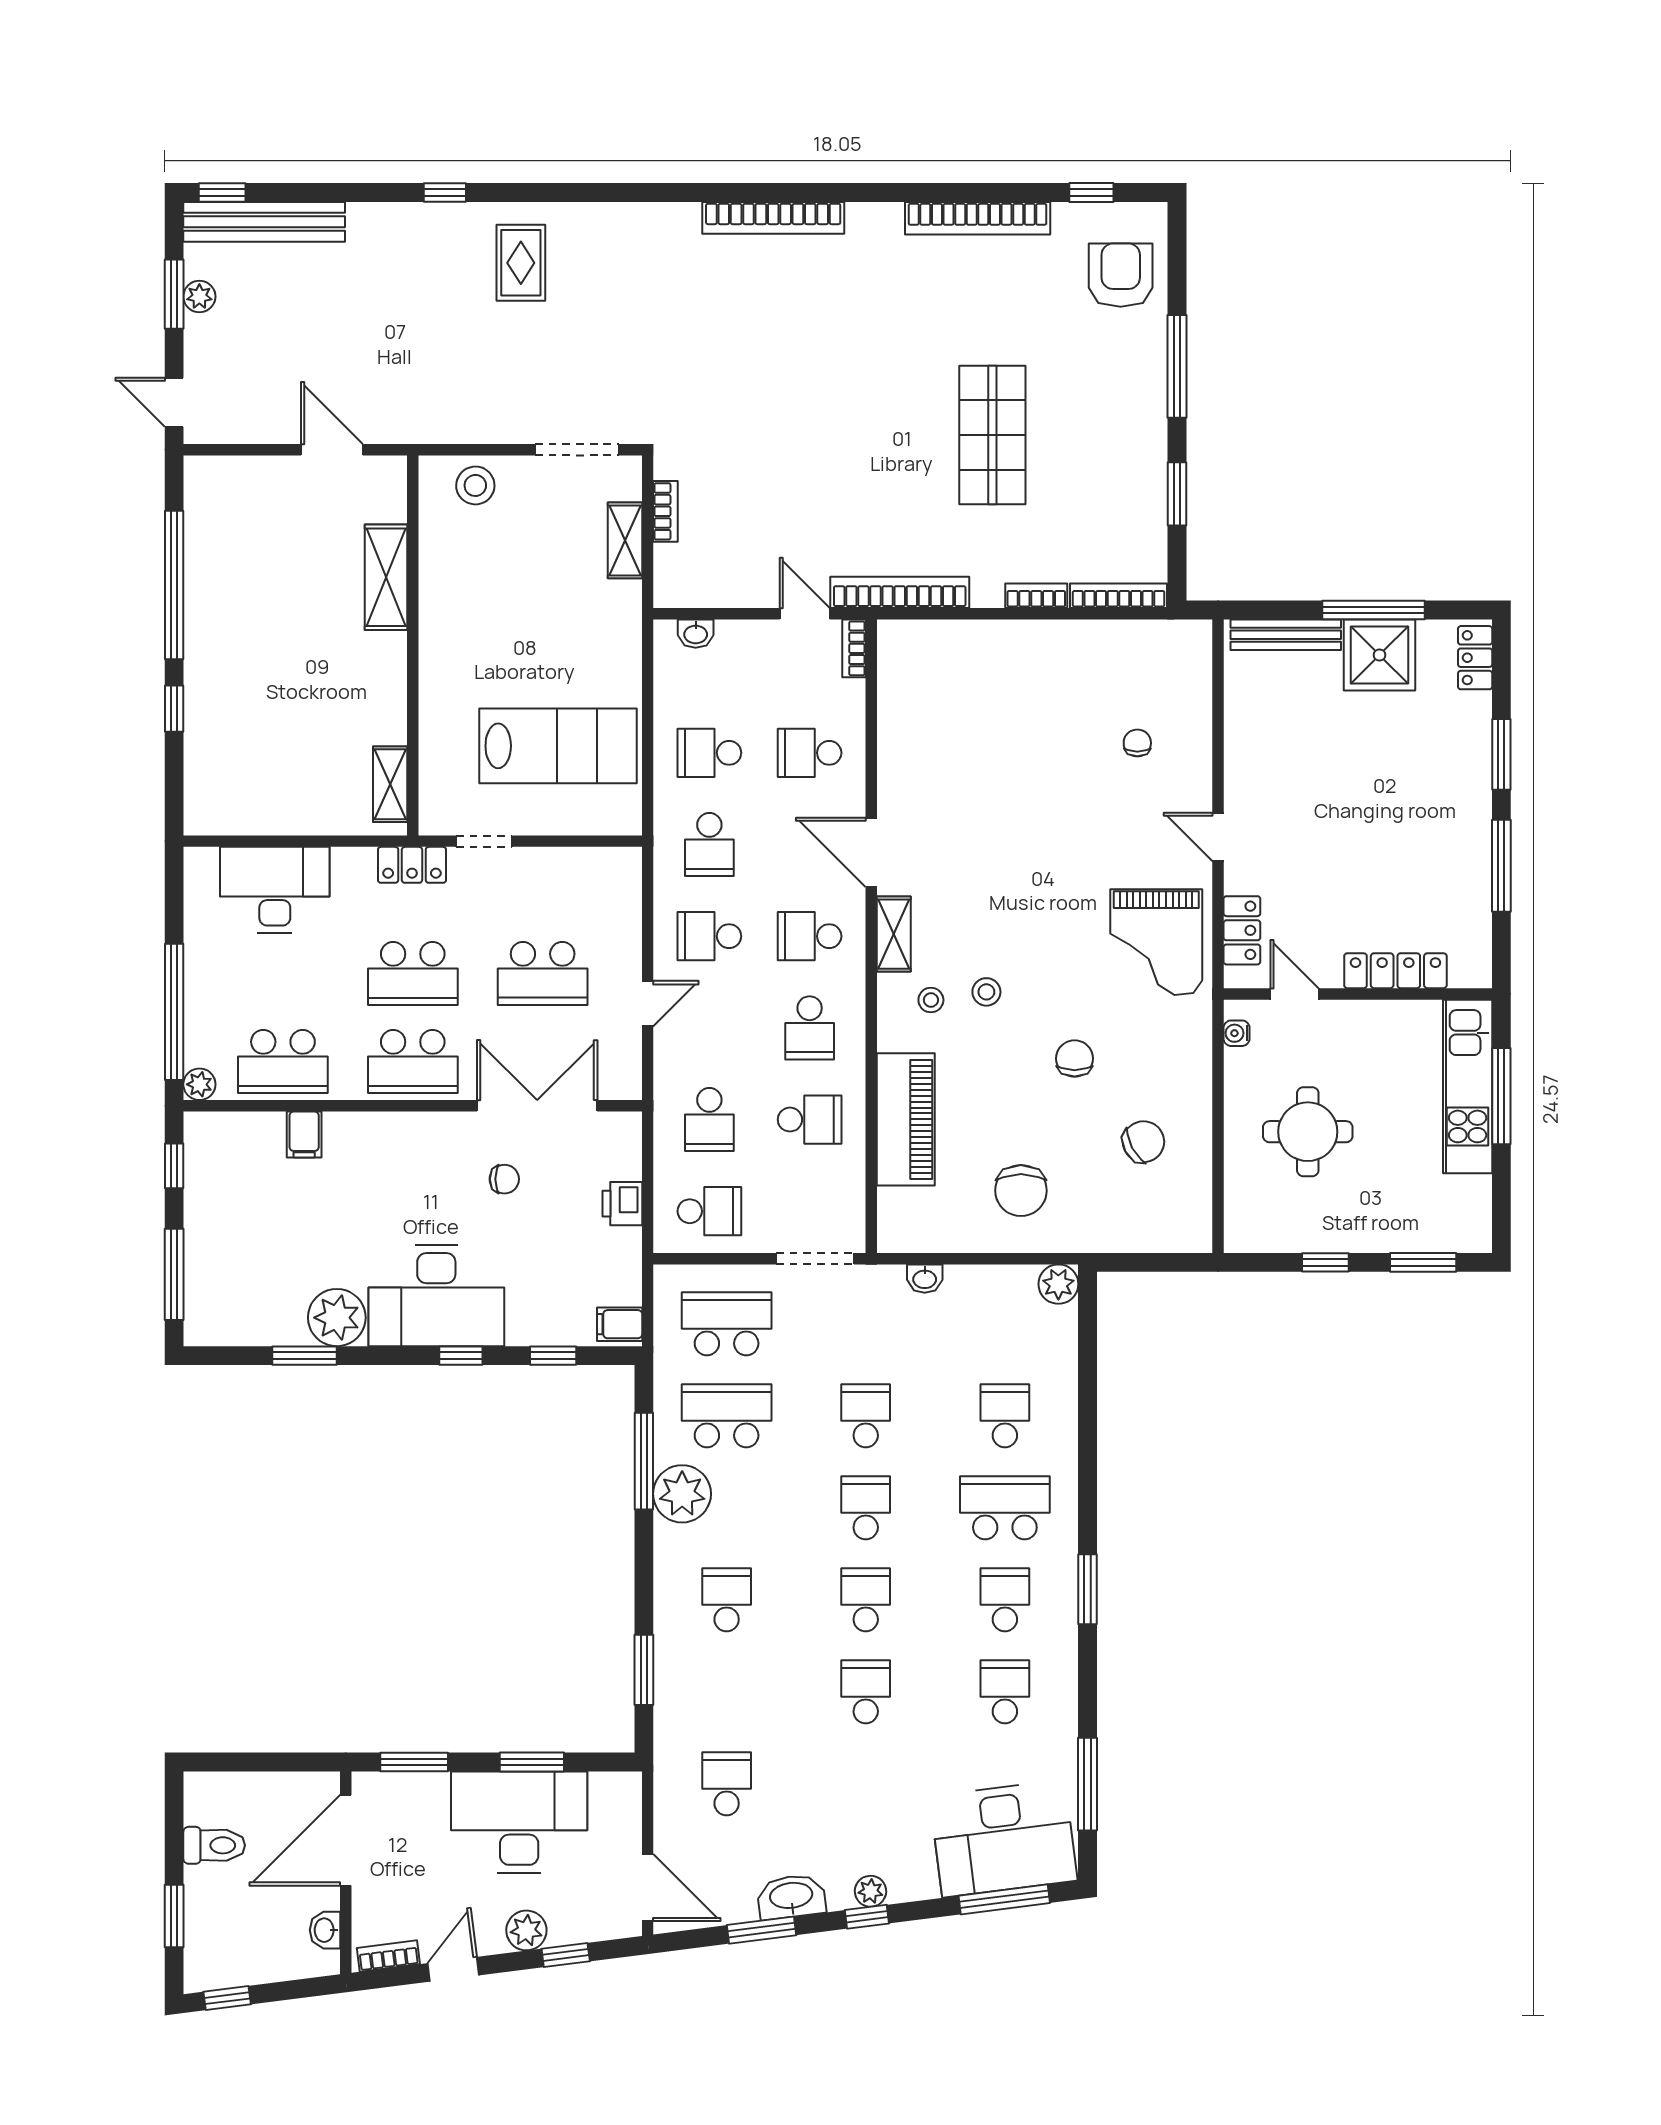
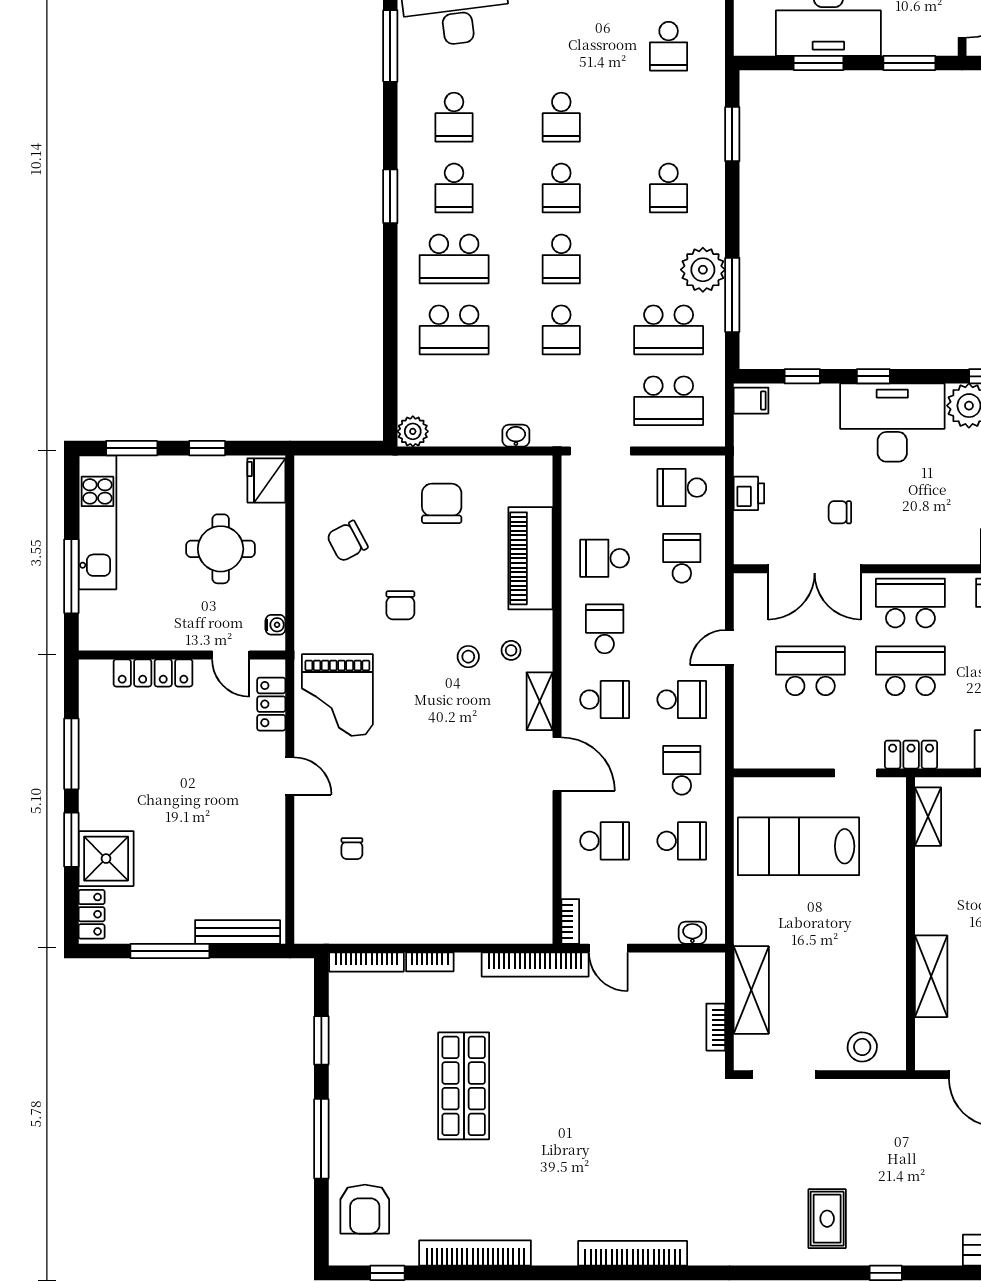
shelving: (625, 540) -> (751, 990), width x1.50, depth x1.33
shower: (1379, 655) -> (106, 859), moved
grand piano: (1156, 942) -> (337, 695), turned 180
kitchen unit: (1468, 1086) -> (97, 522), moved
fridge: (1248, 1220) -> (266, 480), added
school desk: (1005, 1416) -> (454, 330), width x1.85

